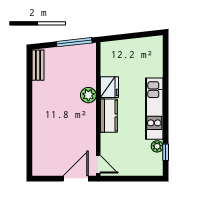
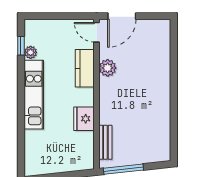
bench: (38, 65) -> (105, 142), moved
plant: (88, 95) -> (108, 68), moved
kitchen counter: (109, 116) -> (85, 68), moved

